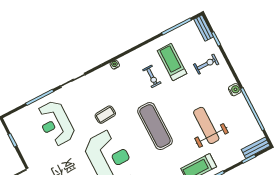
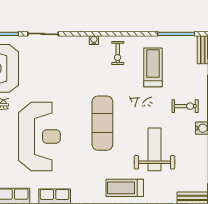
exercise bike: (206, 64) -> (185, 106), moved
exercise bike: (152, 76) -> (118, 53), moved
coffee table: (105, 115) -> (58, 86), removed

